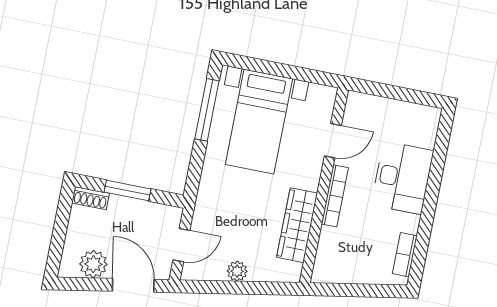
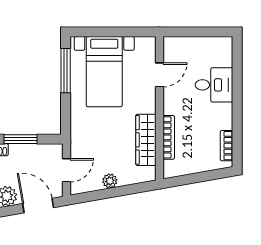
desk: (402, 178) -> (214, 85), width x0.73
bookcase: (335, 196) -> (169, 137), moved

